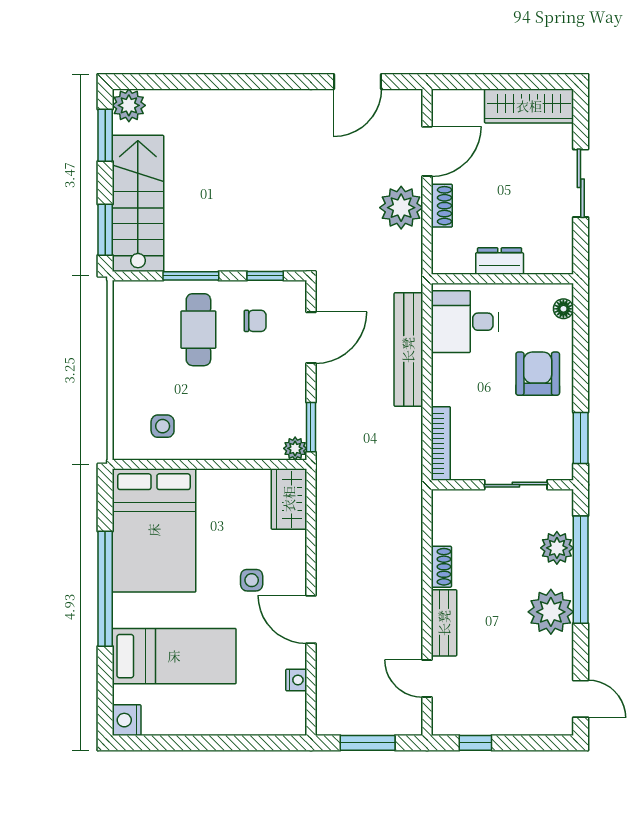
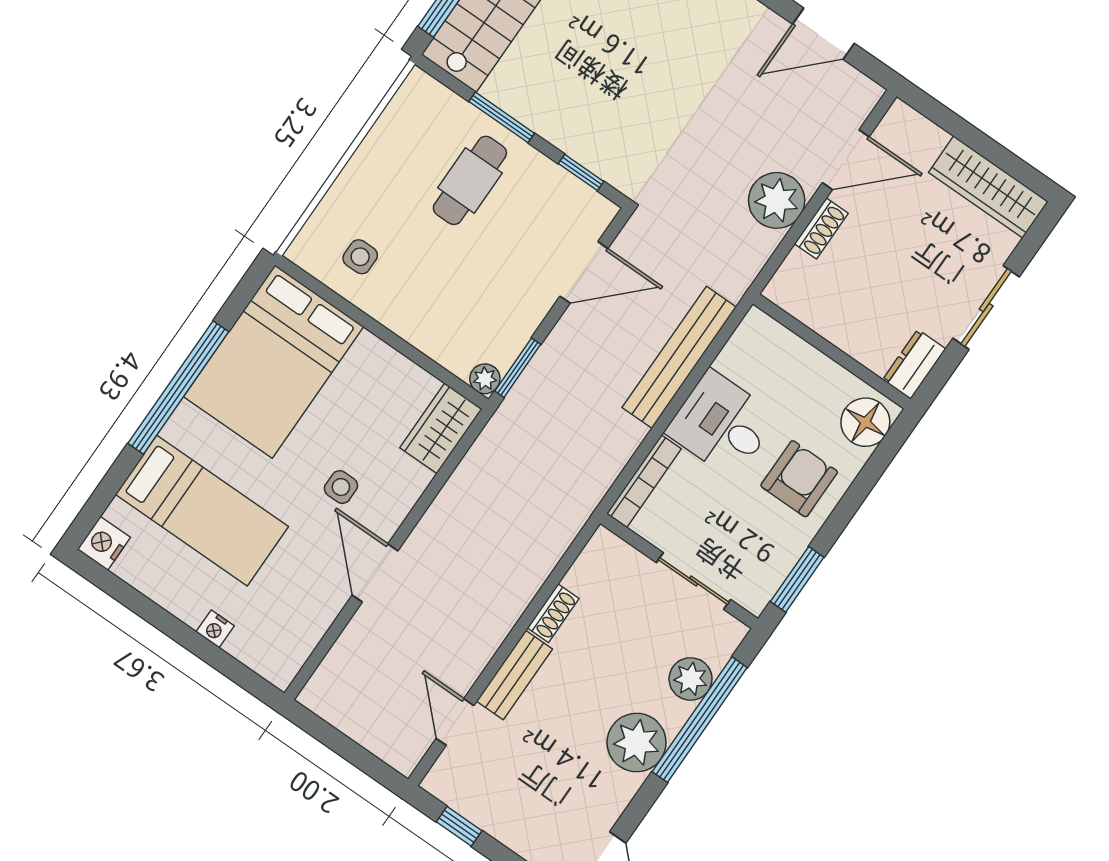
dresser: (500, 261) -> (914, 364), moved, turned -90
floor lamp: (563, 309) -> (865, 422), width x1.89, depth x1.89
chair: (255, 321) -> (537, 213), removed
desk: (465, 322) -> (722, 424), moved
nightstand: (296, 680) -> (215, 629), moved, turned 90
window: (368, 743) -> (344, 746), removed

